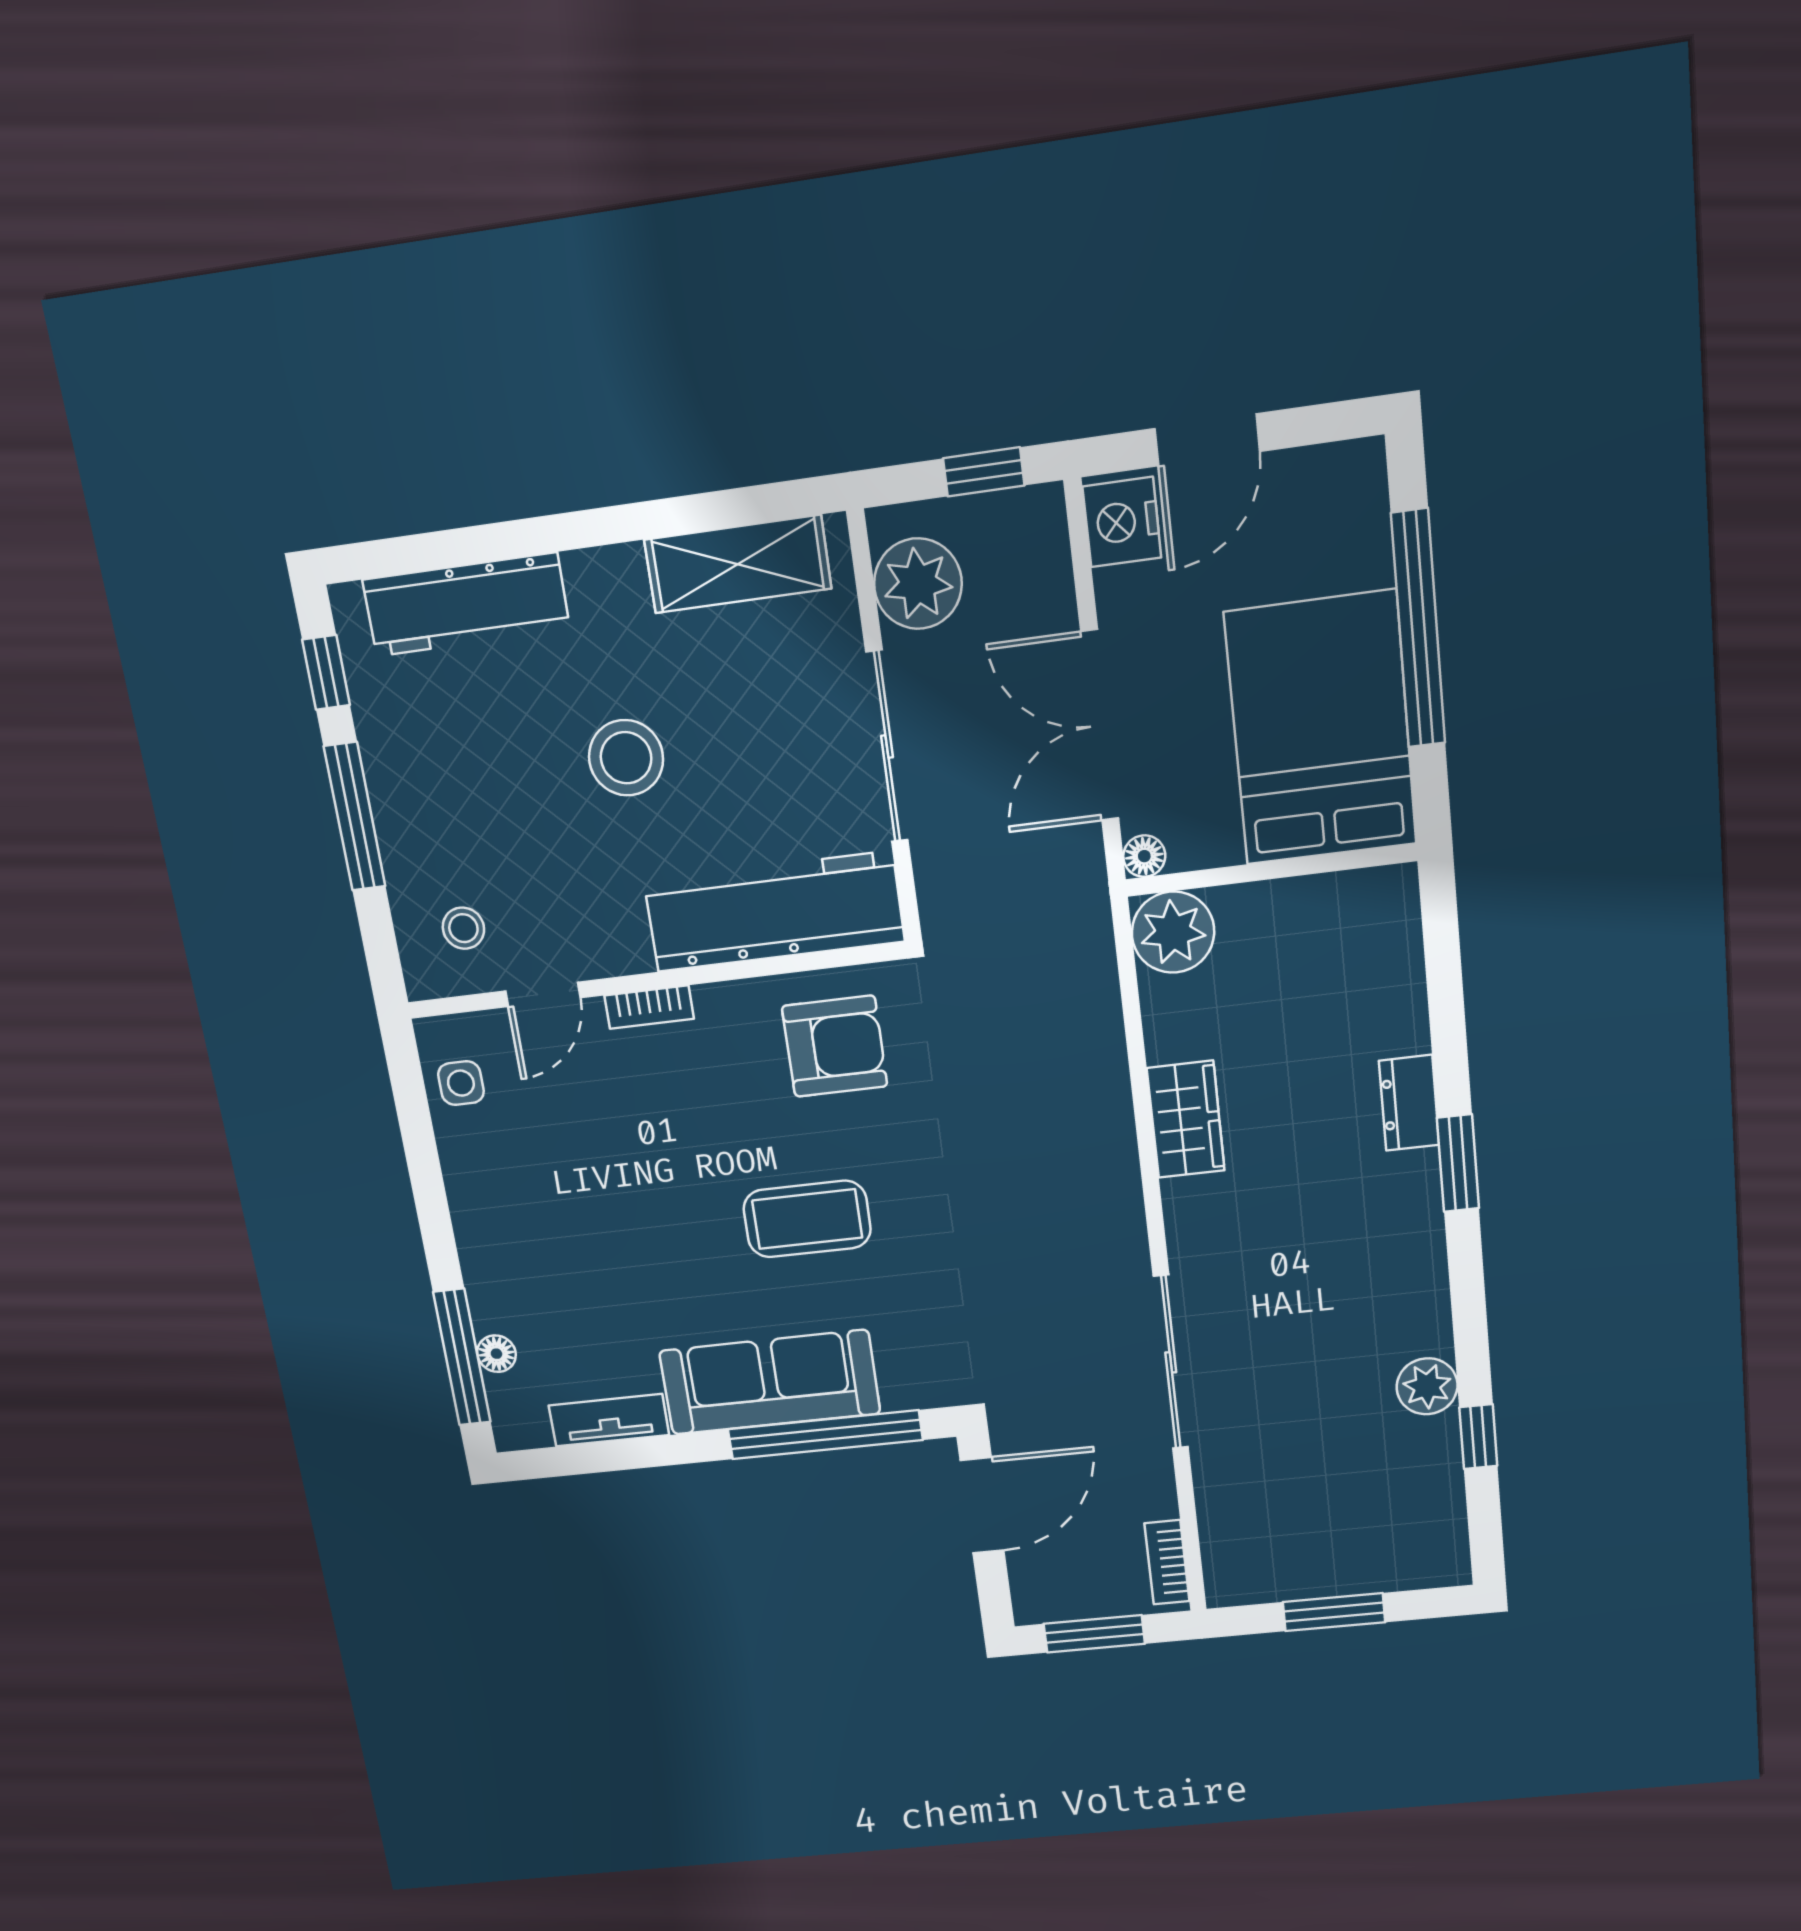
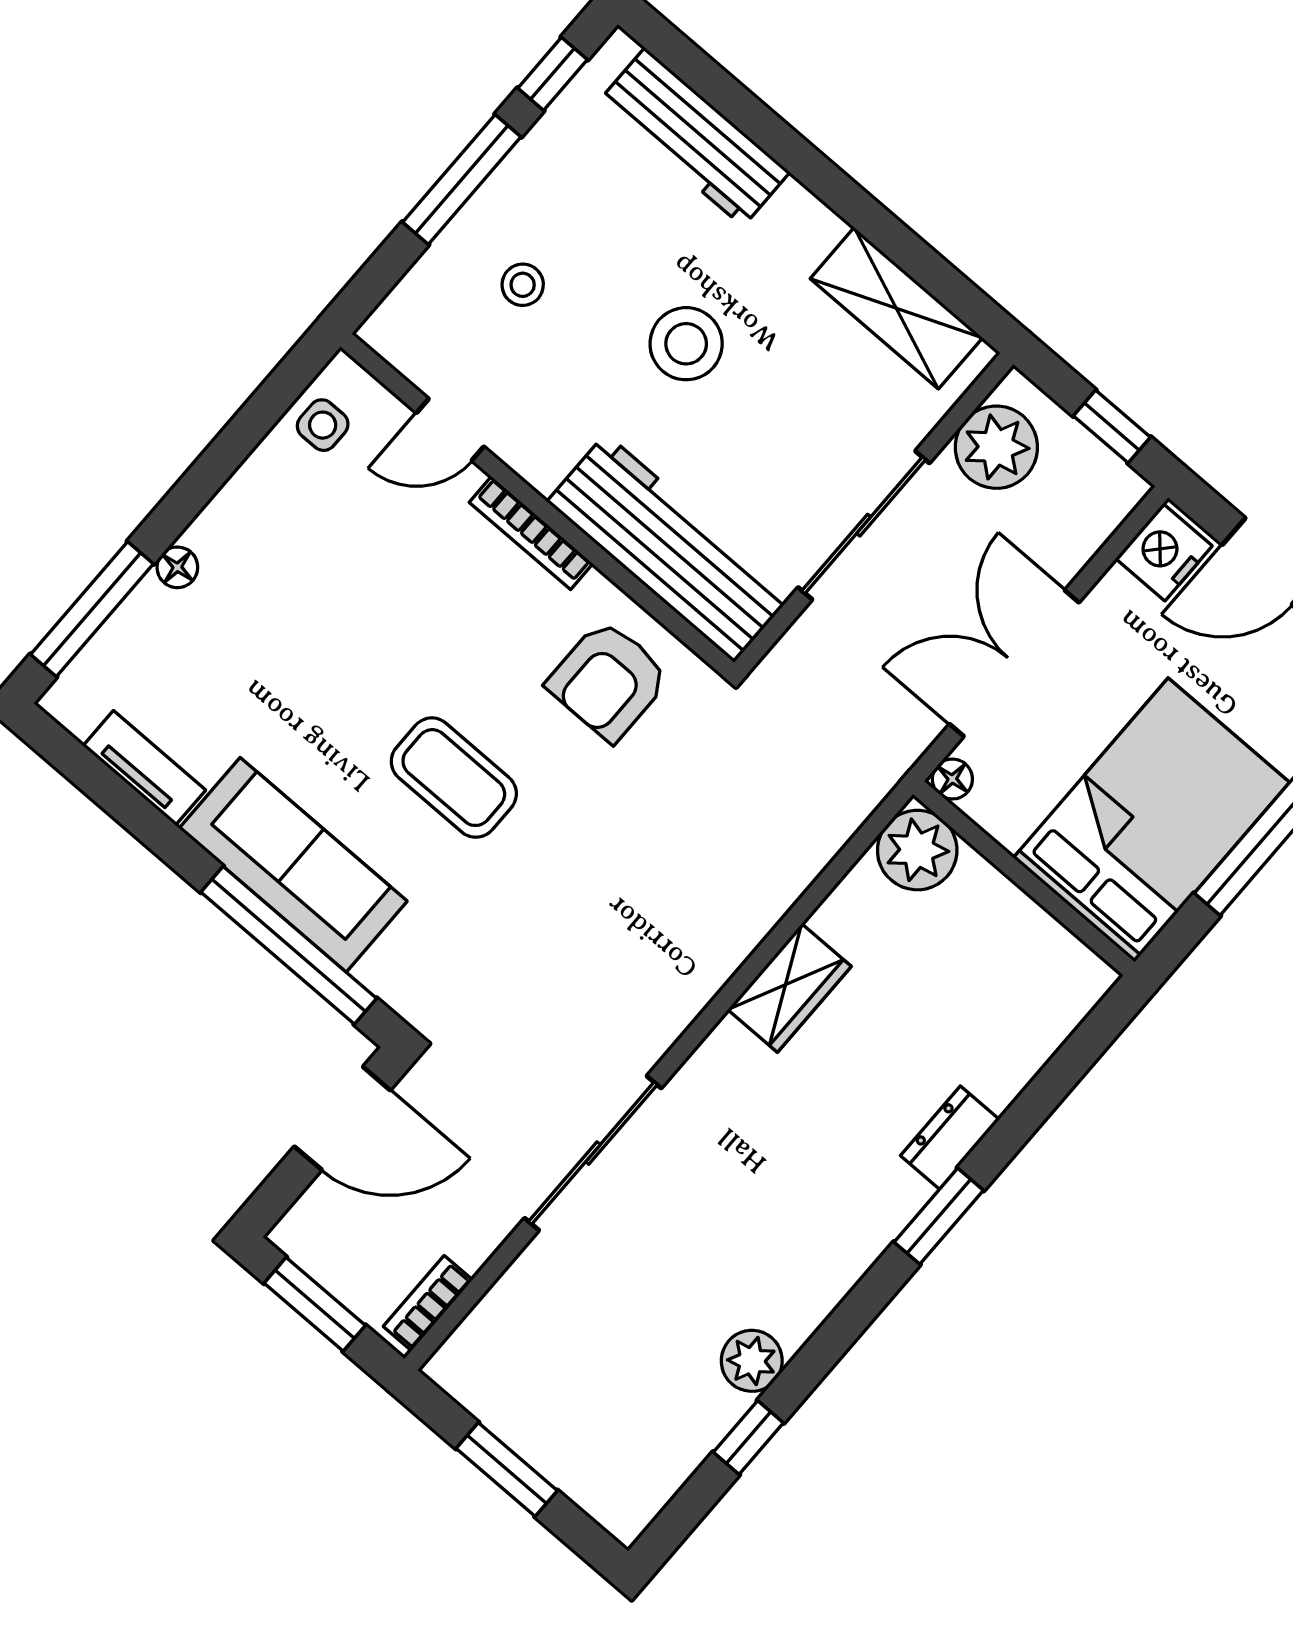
stool: (463, 928) -> (523, 285), moved
bookcase: (649, 1007) -> (531, 533), width x1.56
armchair: (835, 1046) -> (608, 681), turned 90
floor lamp: (496, 1354) -> (177, 567), moved

